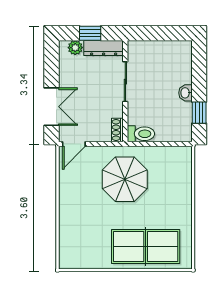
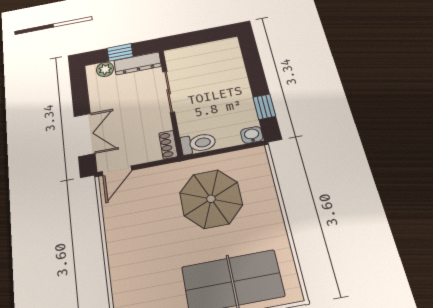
washbasin: (185, 93) -> (252, 135), moved, turned 90
parasol: (125, 179) -> (211, 199), moved

